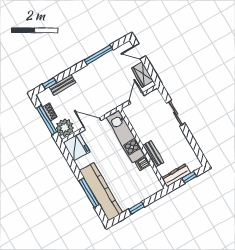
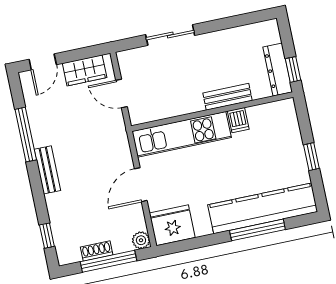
bench: (63, 85) -> (47, 170), moved
plant: (65, 128) -> (141, 240), width x0.53, depth x0.53
window: (189, 177) -> (293, 69), moved

